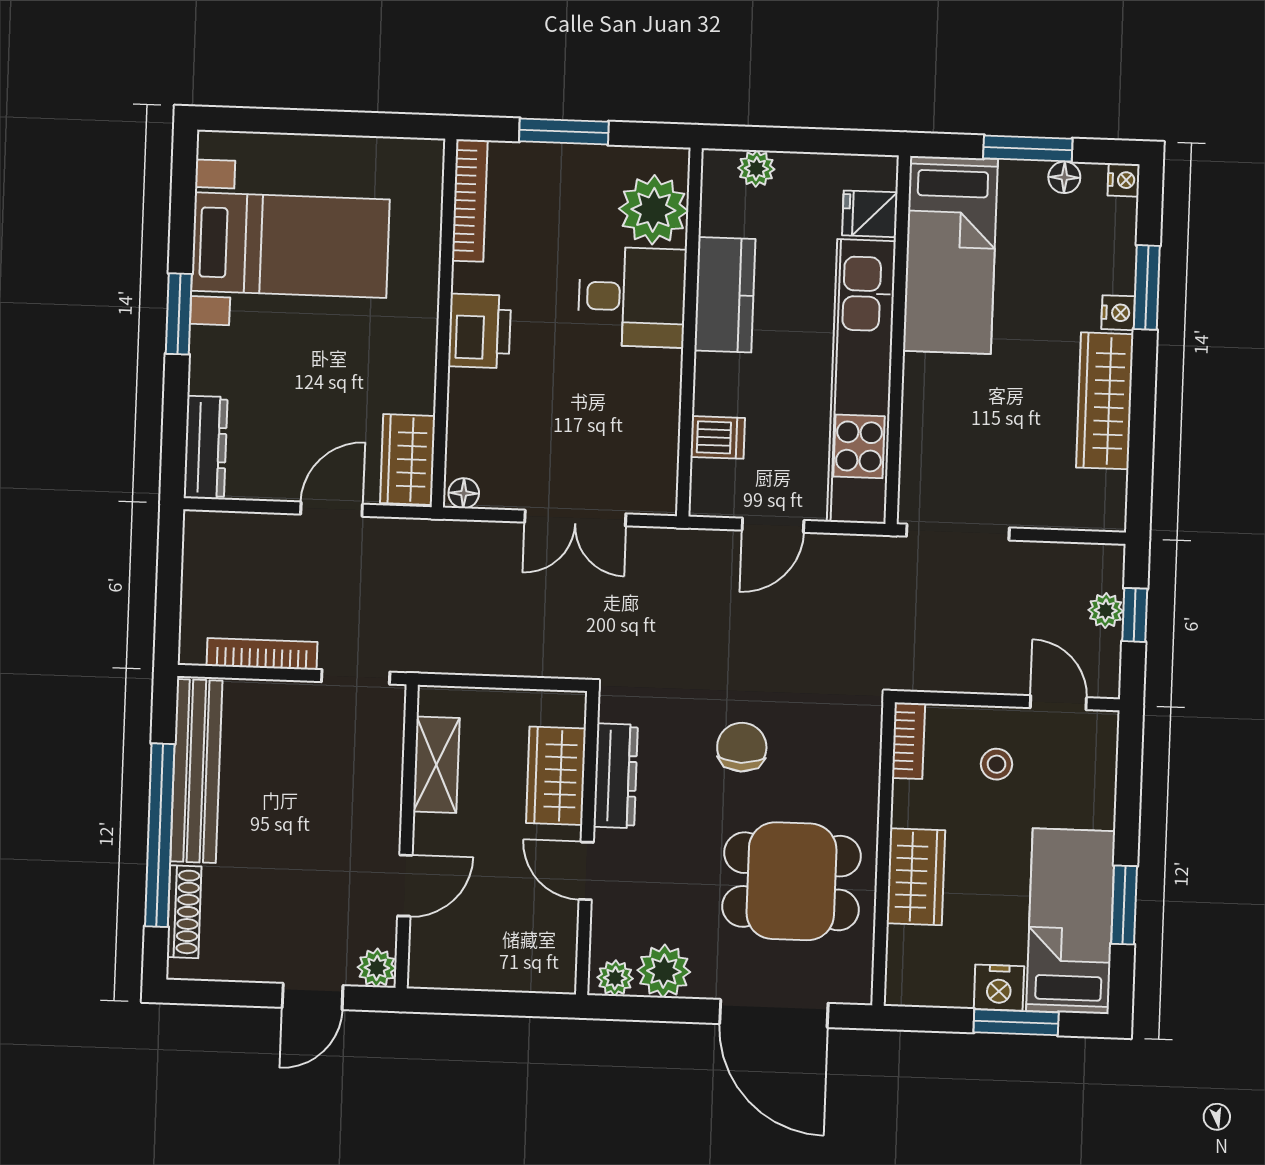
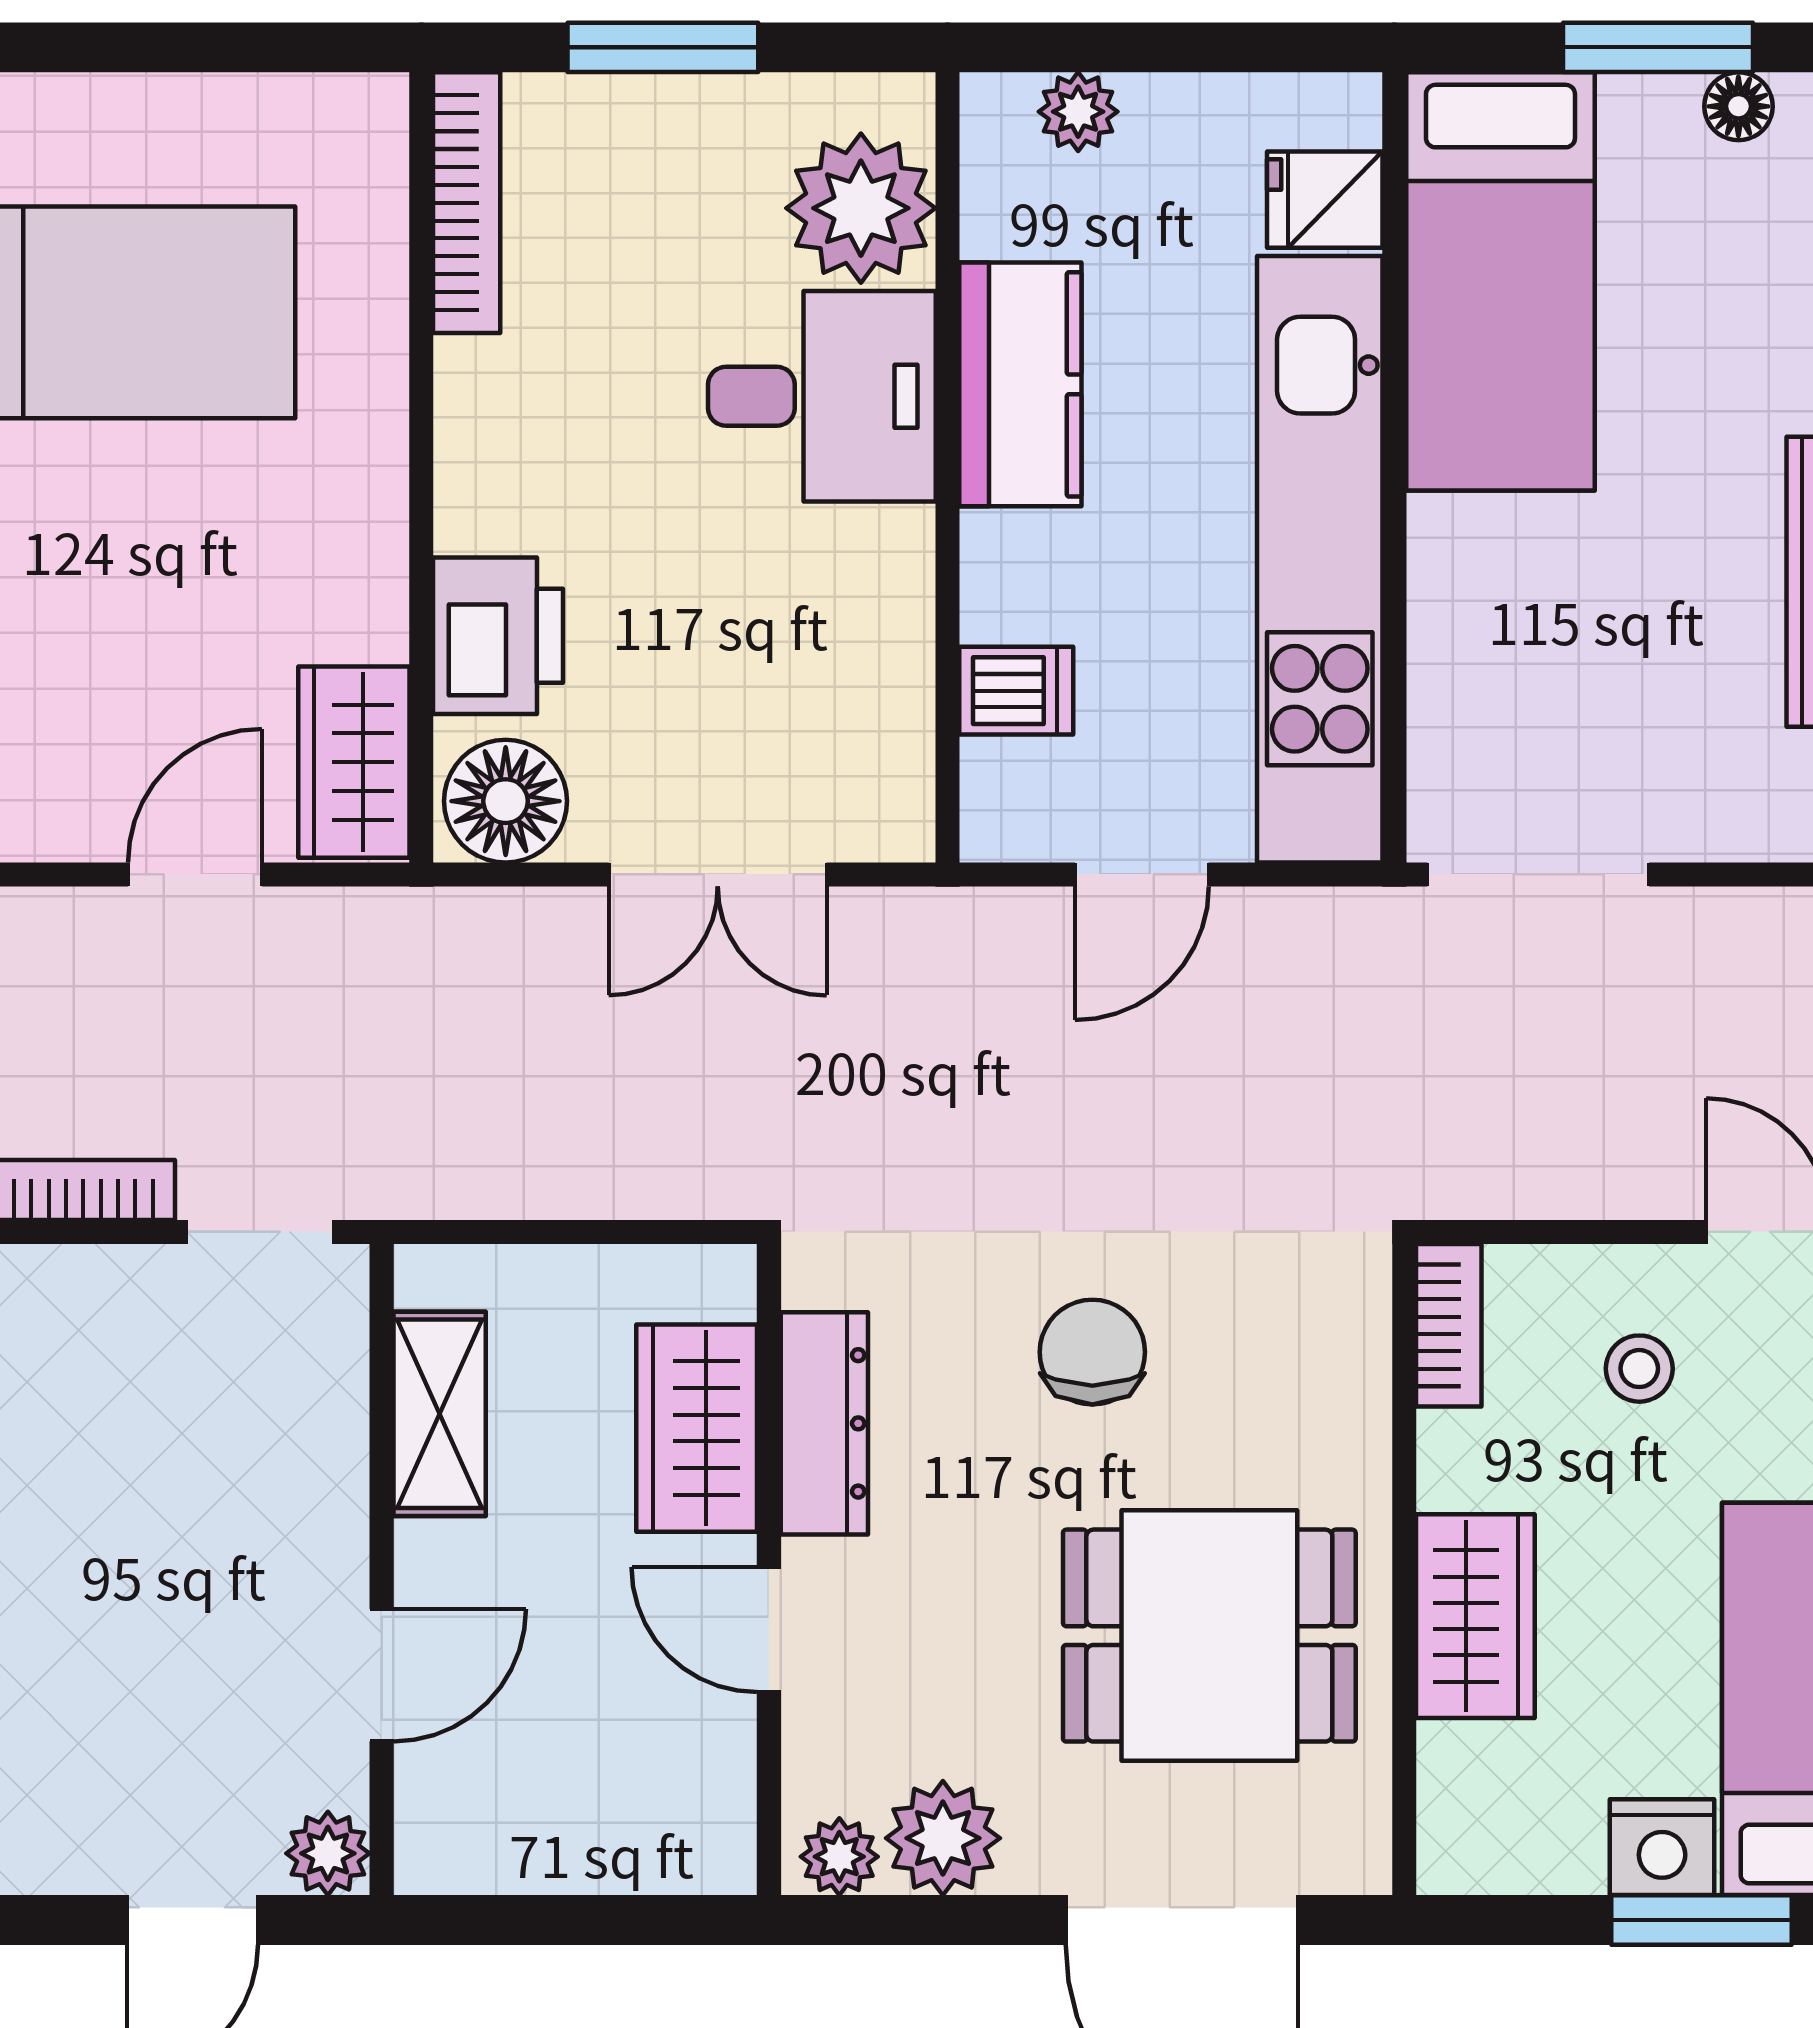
printer: (480, 331) -> (498, 636), moved
floor lamp: (464, 493) -> (506, 801), width x1.89, depth x1.89

